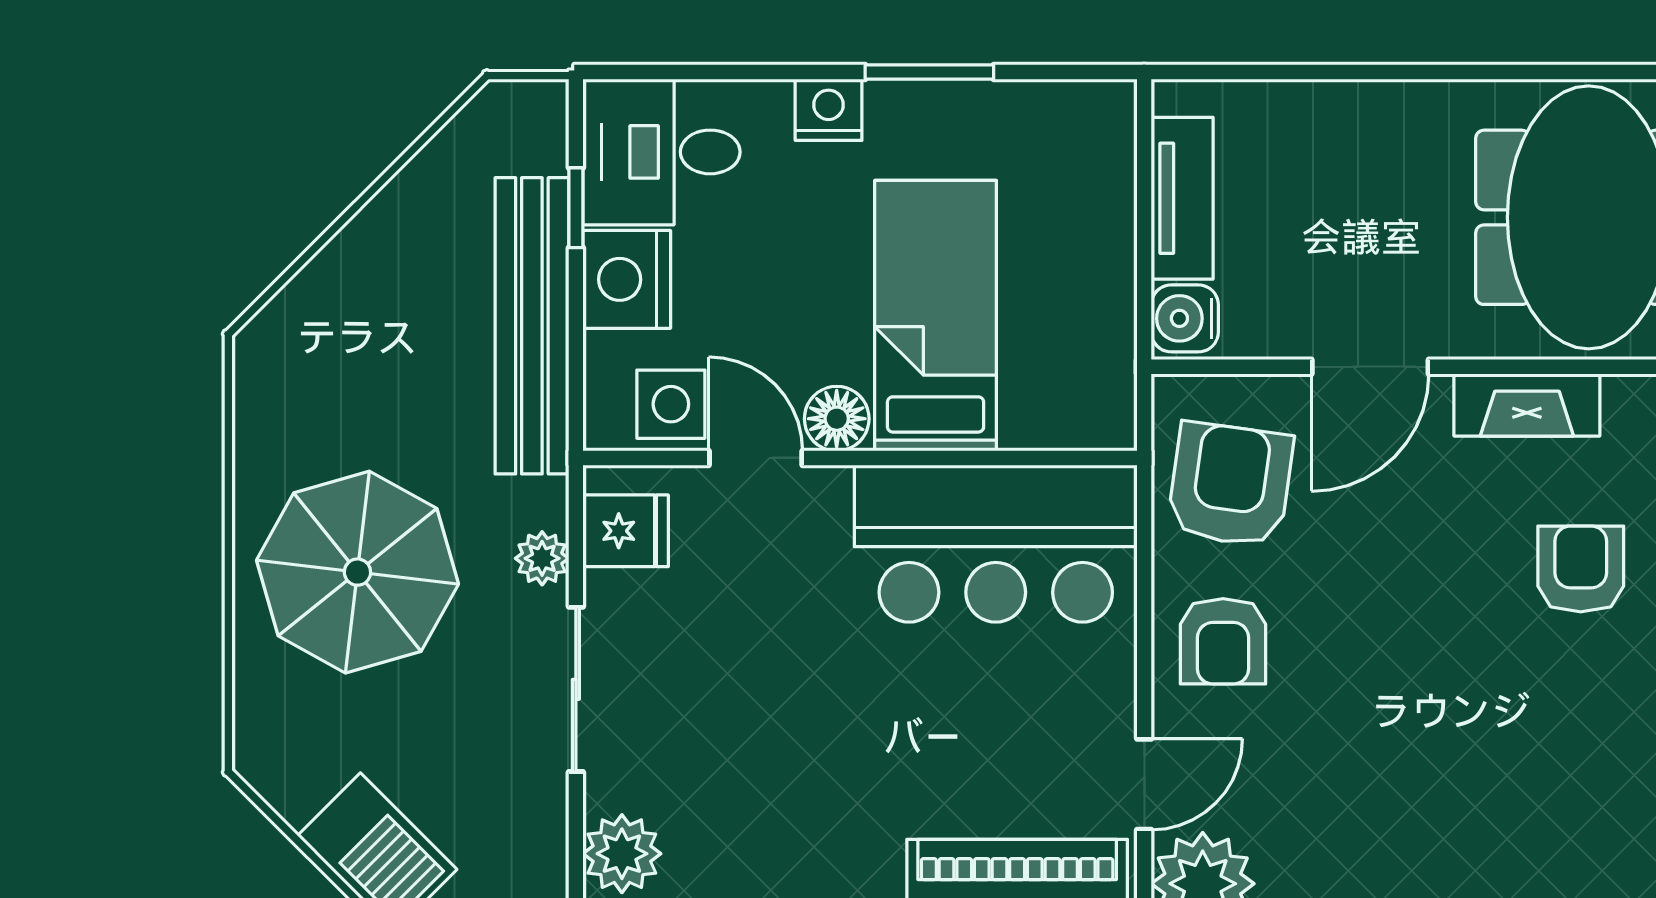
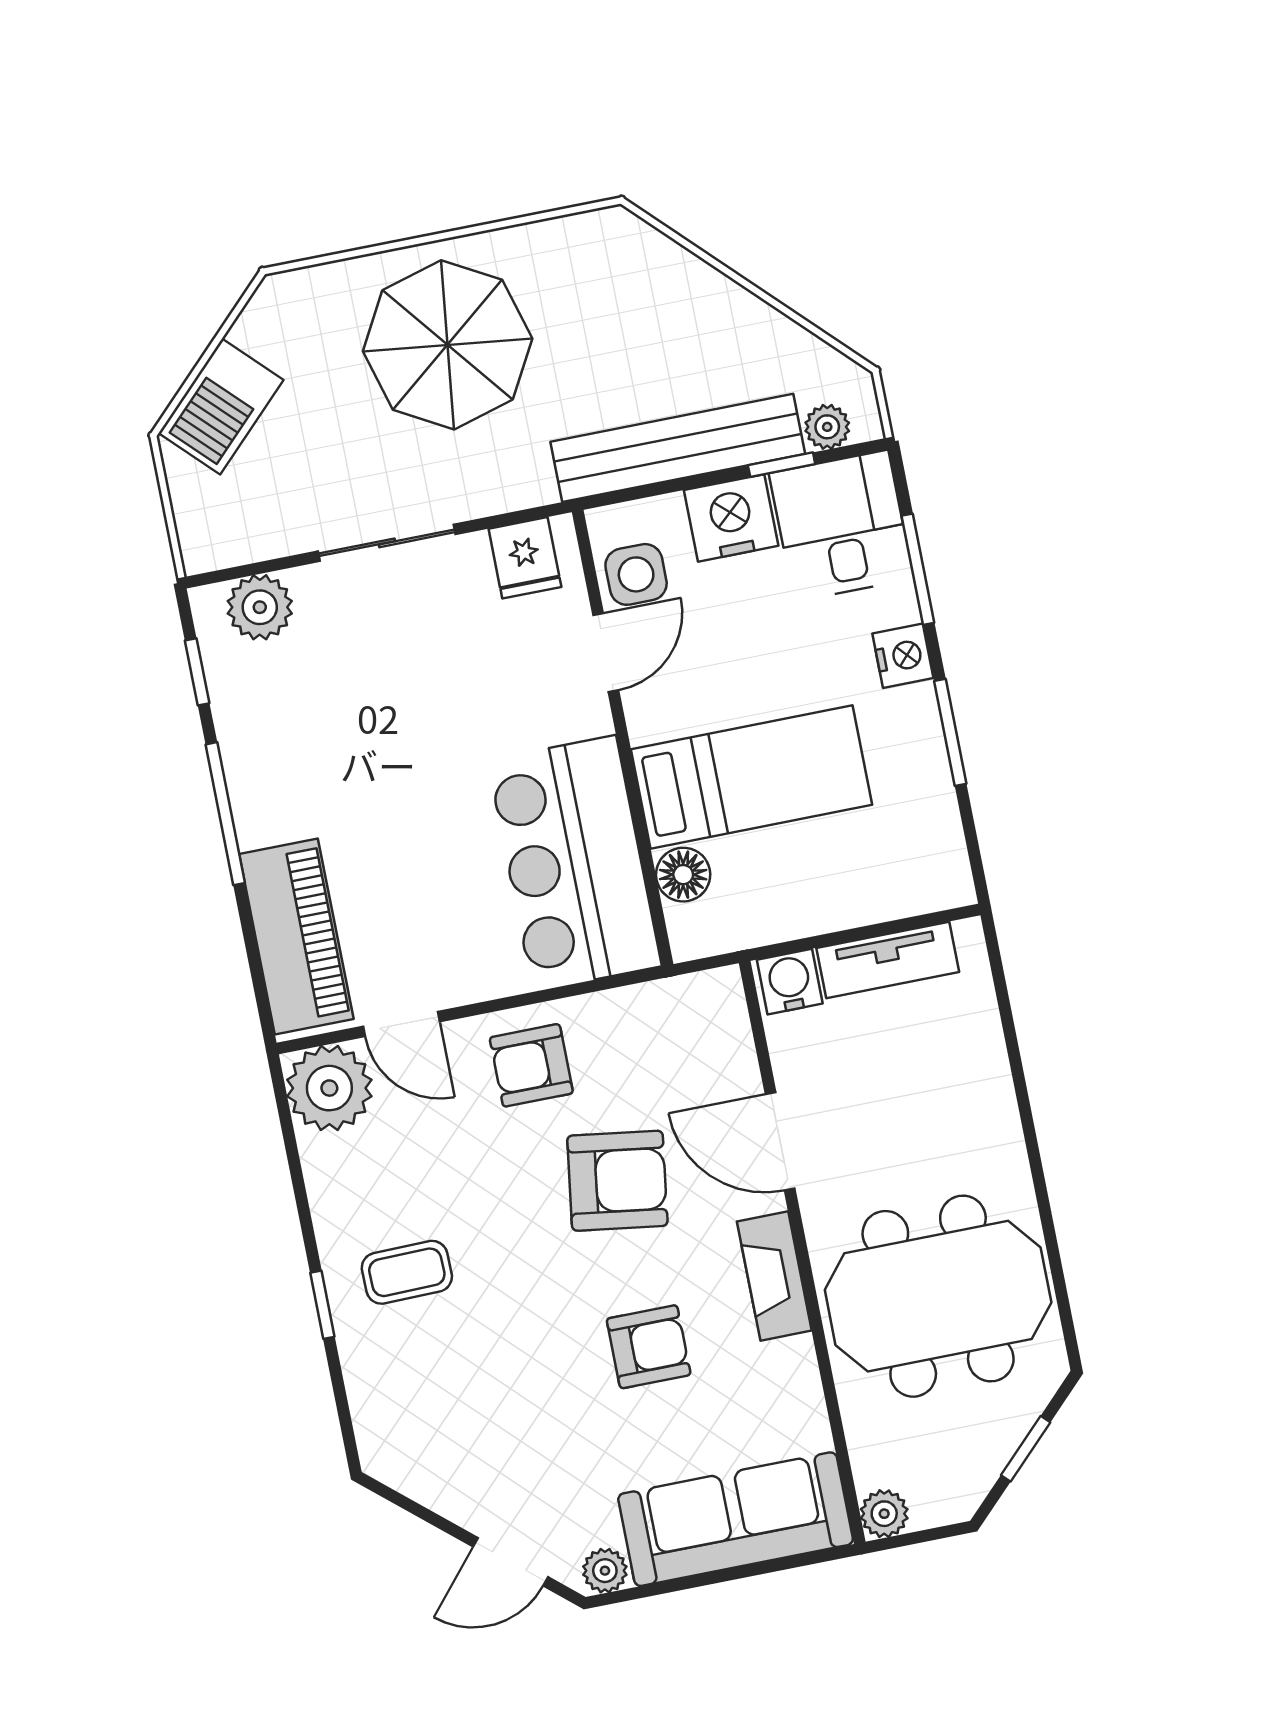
window: (730, 72) -> (918, 569), added
floor lamp: (837, 419) -> (683, 875), moved
armchair: (1230, 485) -> (617, 1181), moved
plant: (542, 558) -> (827, 427), moved
coffee table: (1437, 836) -> (407, 1272), added

